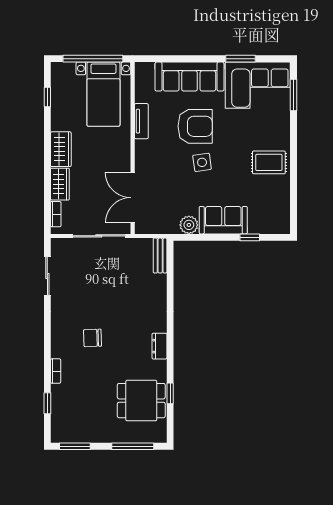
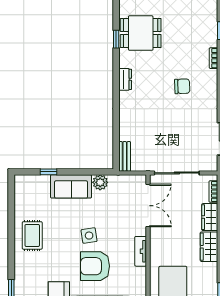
tv unit: (141, 121) -> (141, 251), moved
rug: (269, 162) -> (32, 235), turned 90

